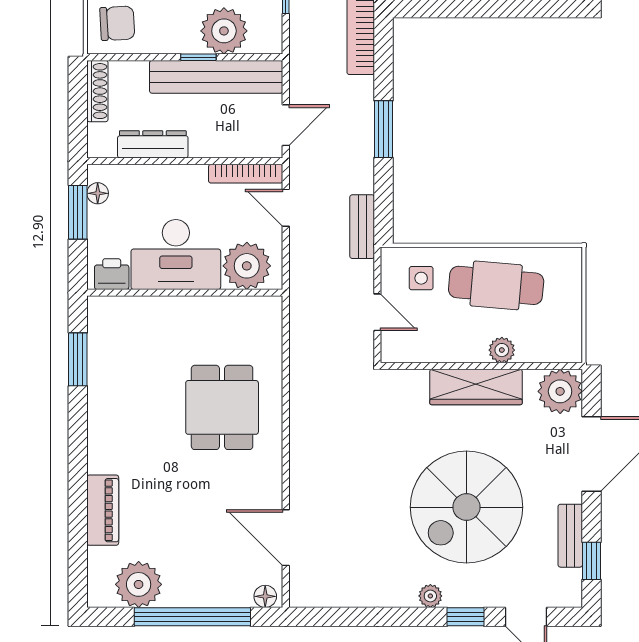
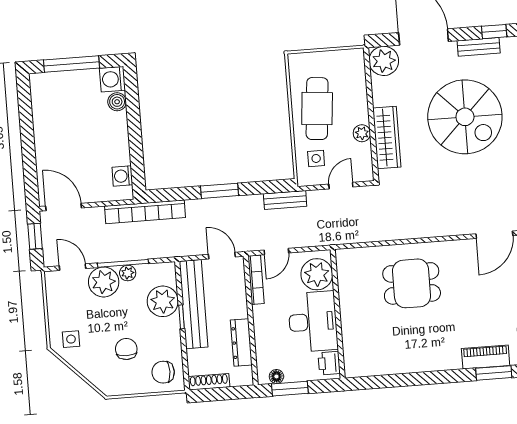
chair: (117, 23) -> (163, 372), turned -87
plant: (502, 350) -> (362, 133), moved
window: (78, 359) -> (494, 373), moved
wardrobe: (476, 387) -> (387, 137), moved

